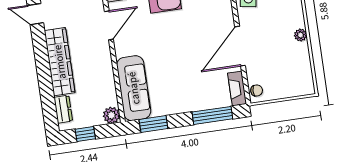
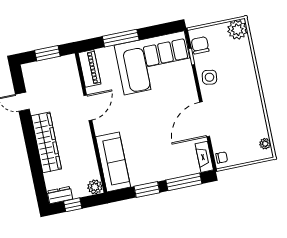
plant: (301, 35) -> (265, 144), moved
dresser: (63, 109) -> (60, 195), moved, turned -90
window: (153, 124) -> (147, 189), moved

